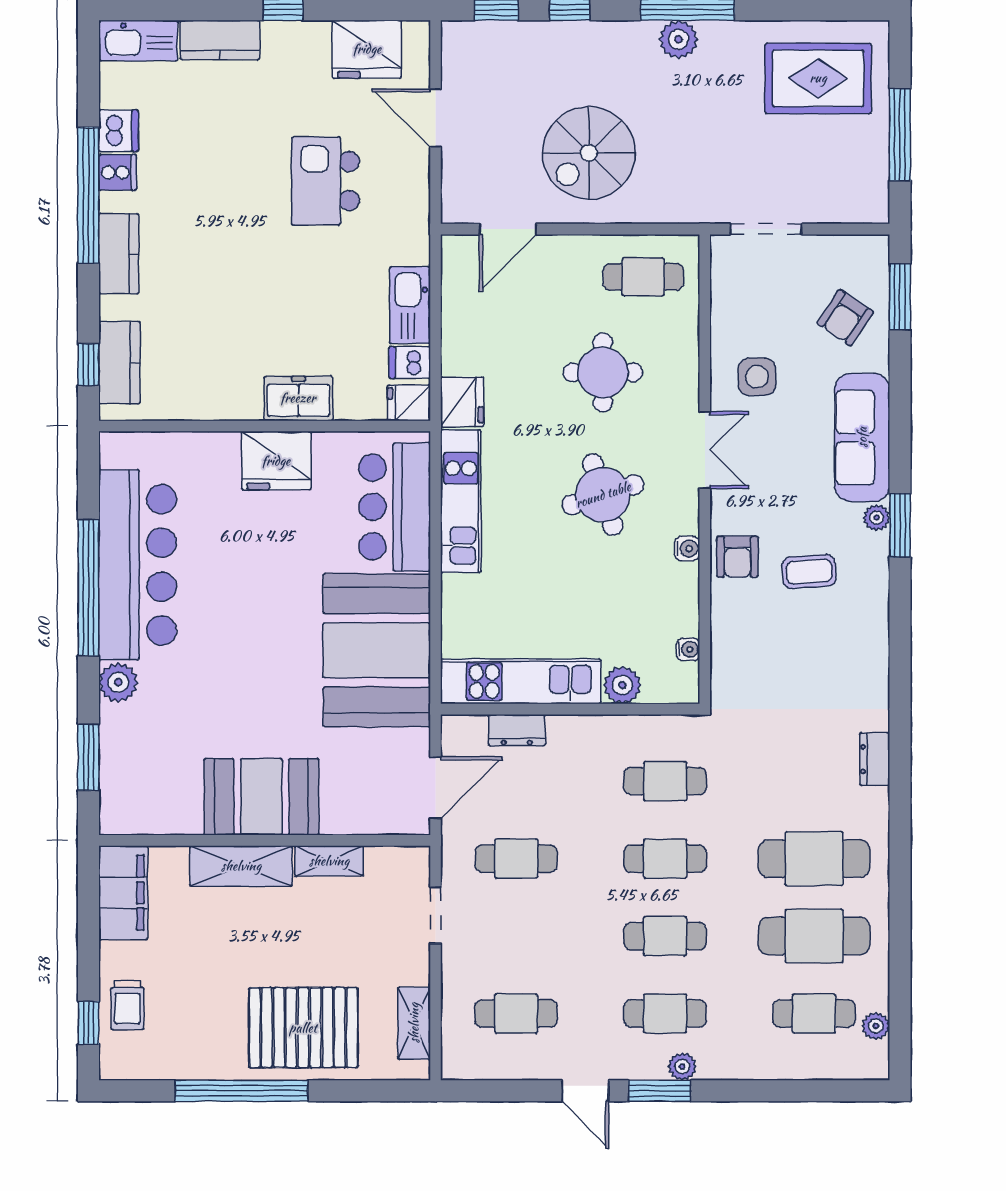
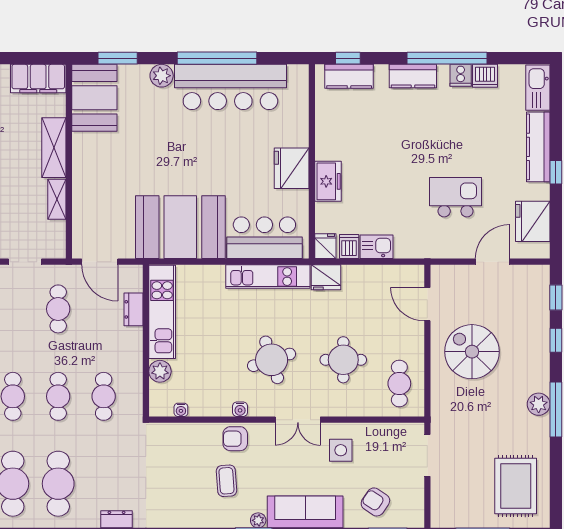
kitchen counter: (220, 40) -> (538, 147), width x1.50
kitchen sink: (410, 305) -> (377, 247), width x0.73
booth: (261, 797) -> (94, 98), moved

